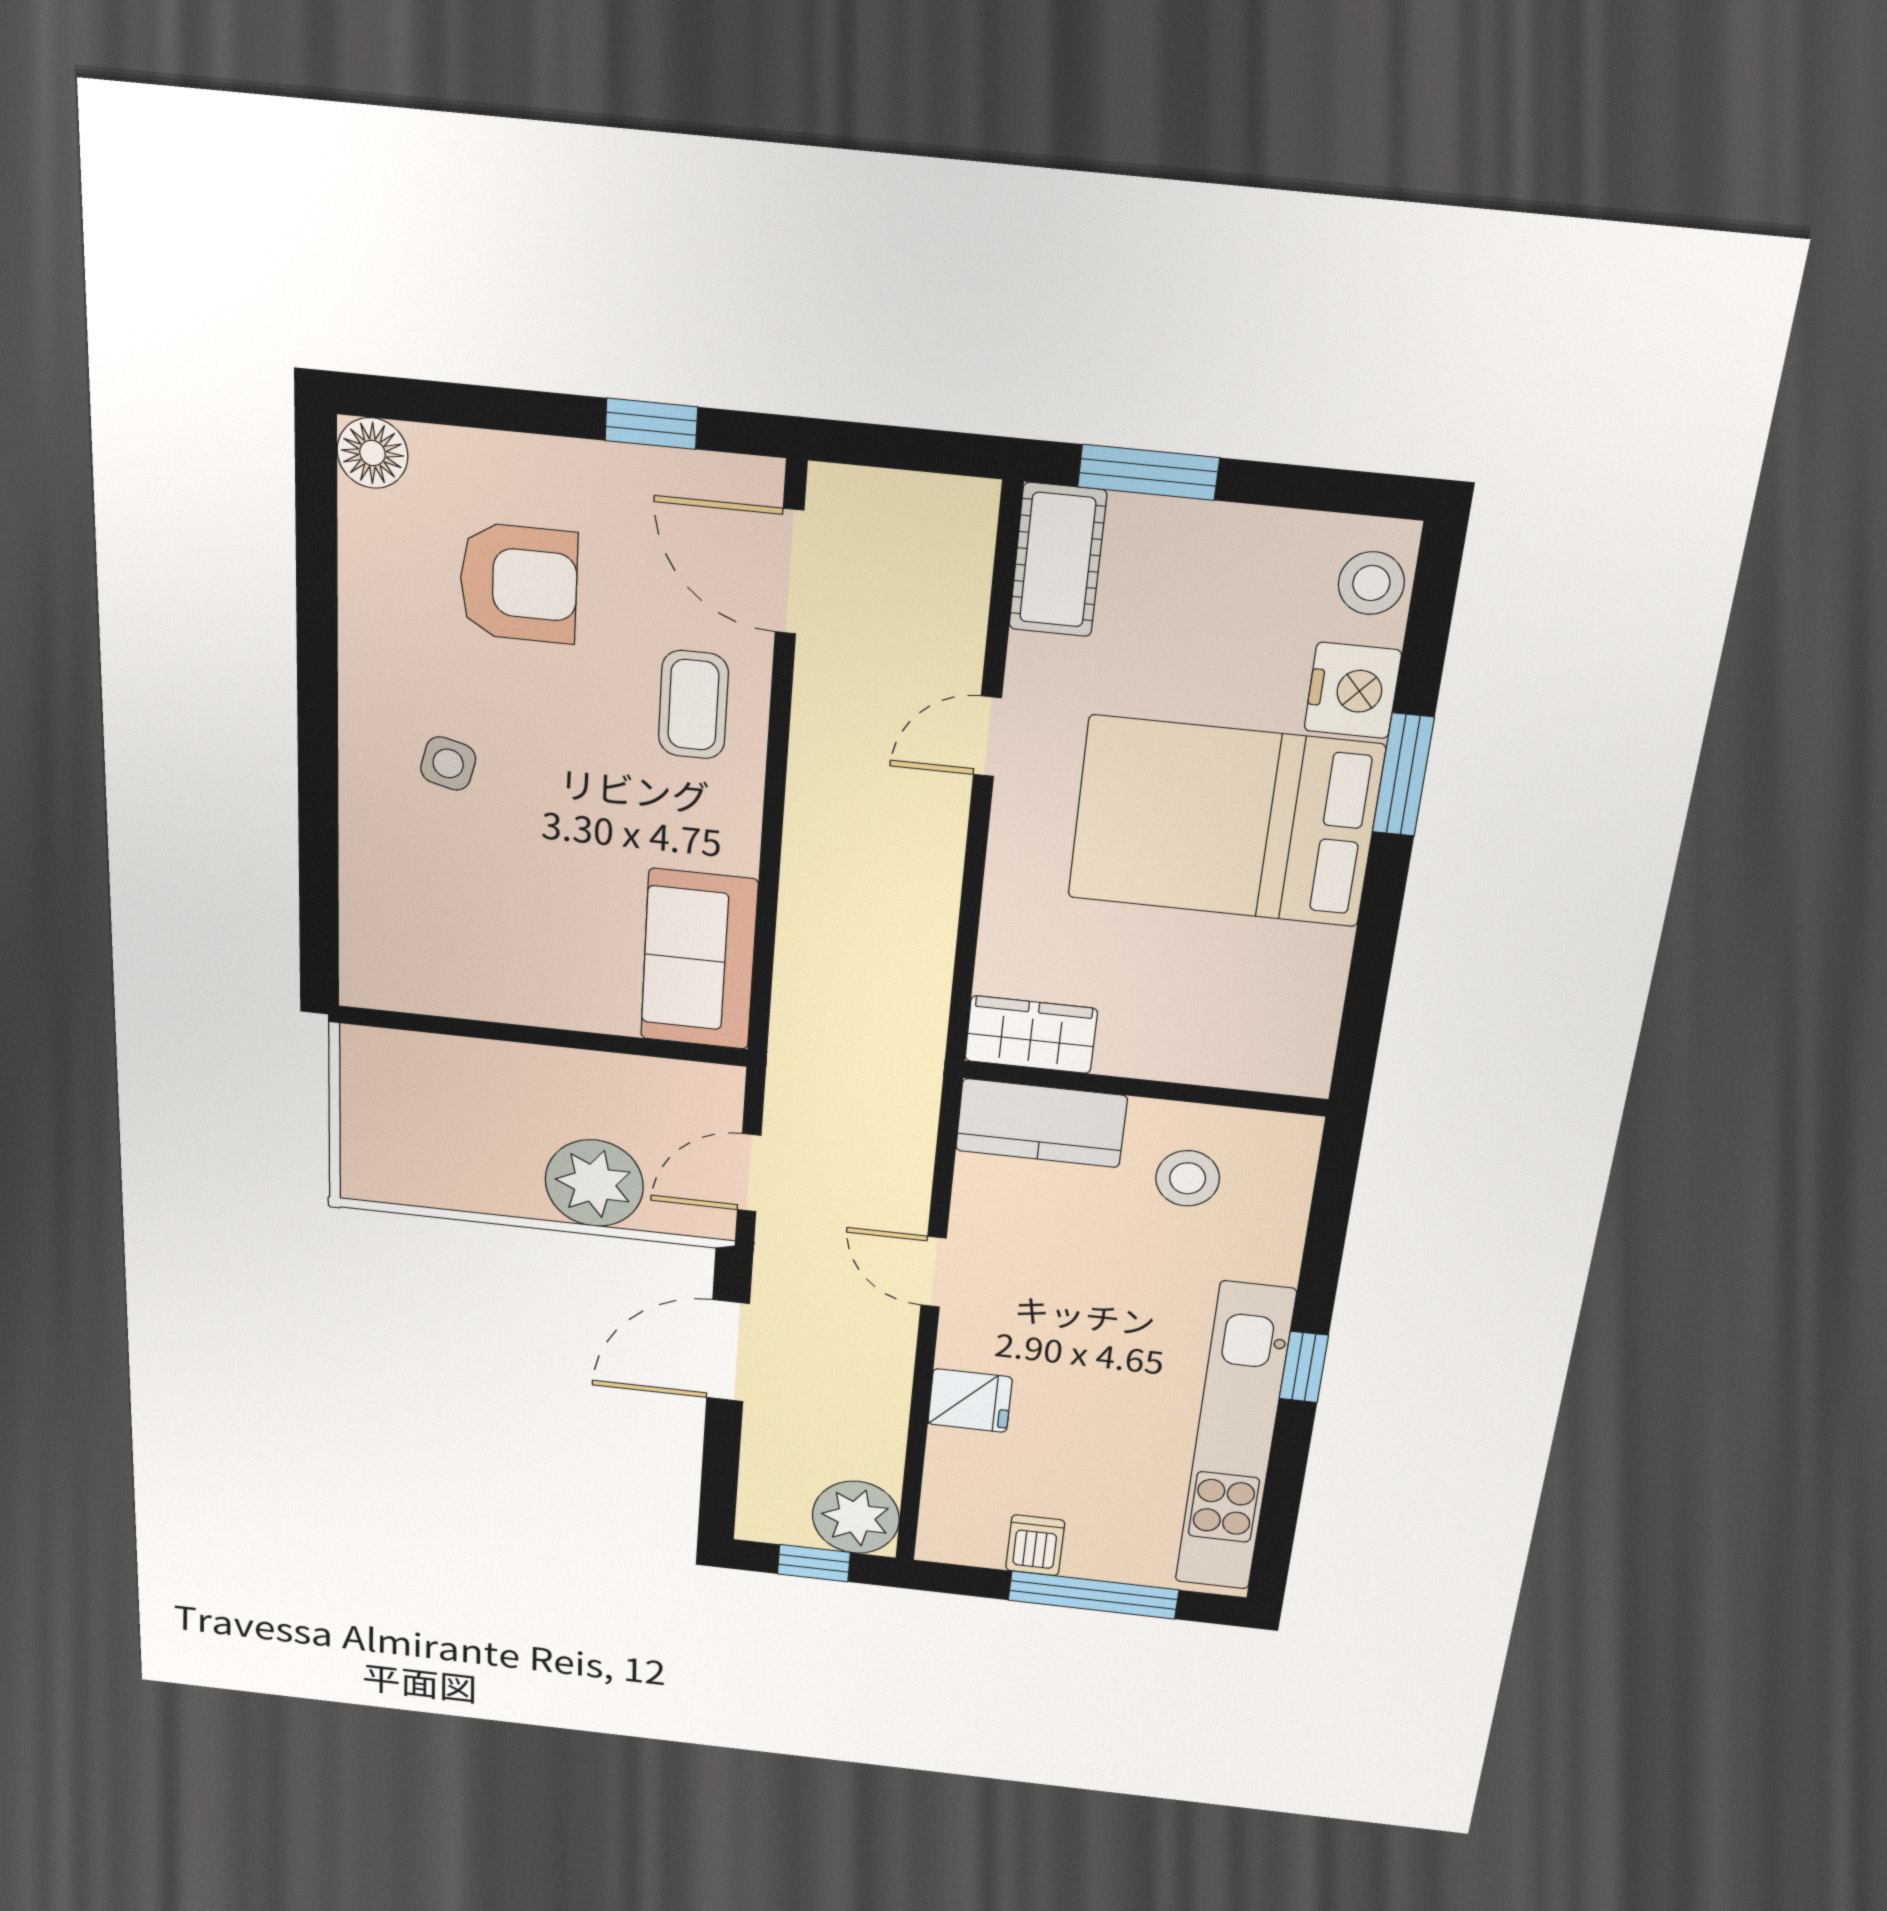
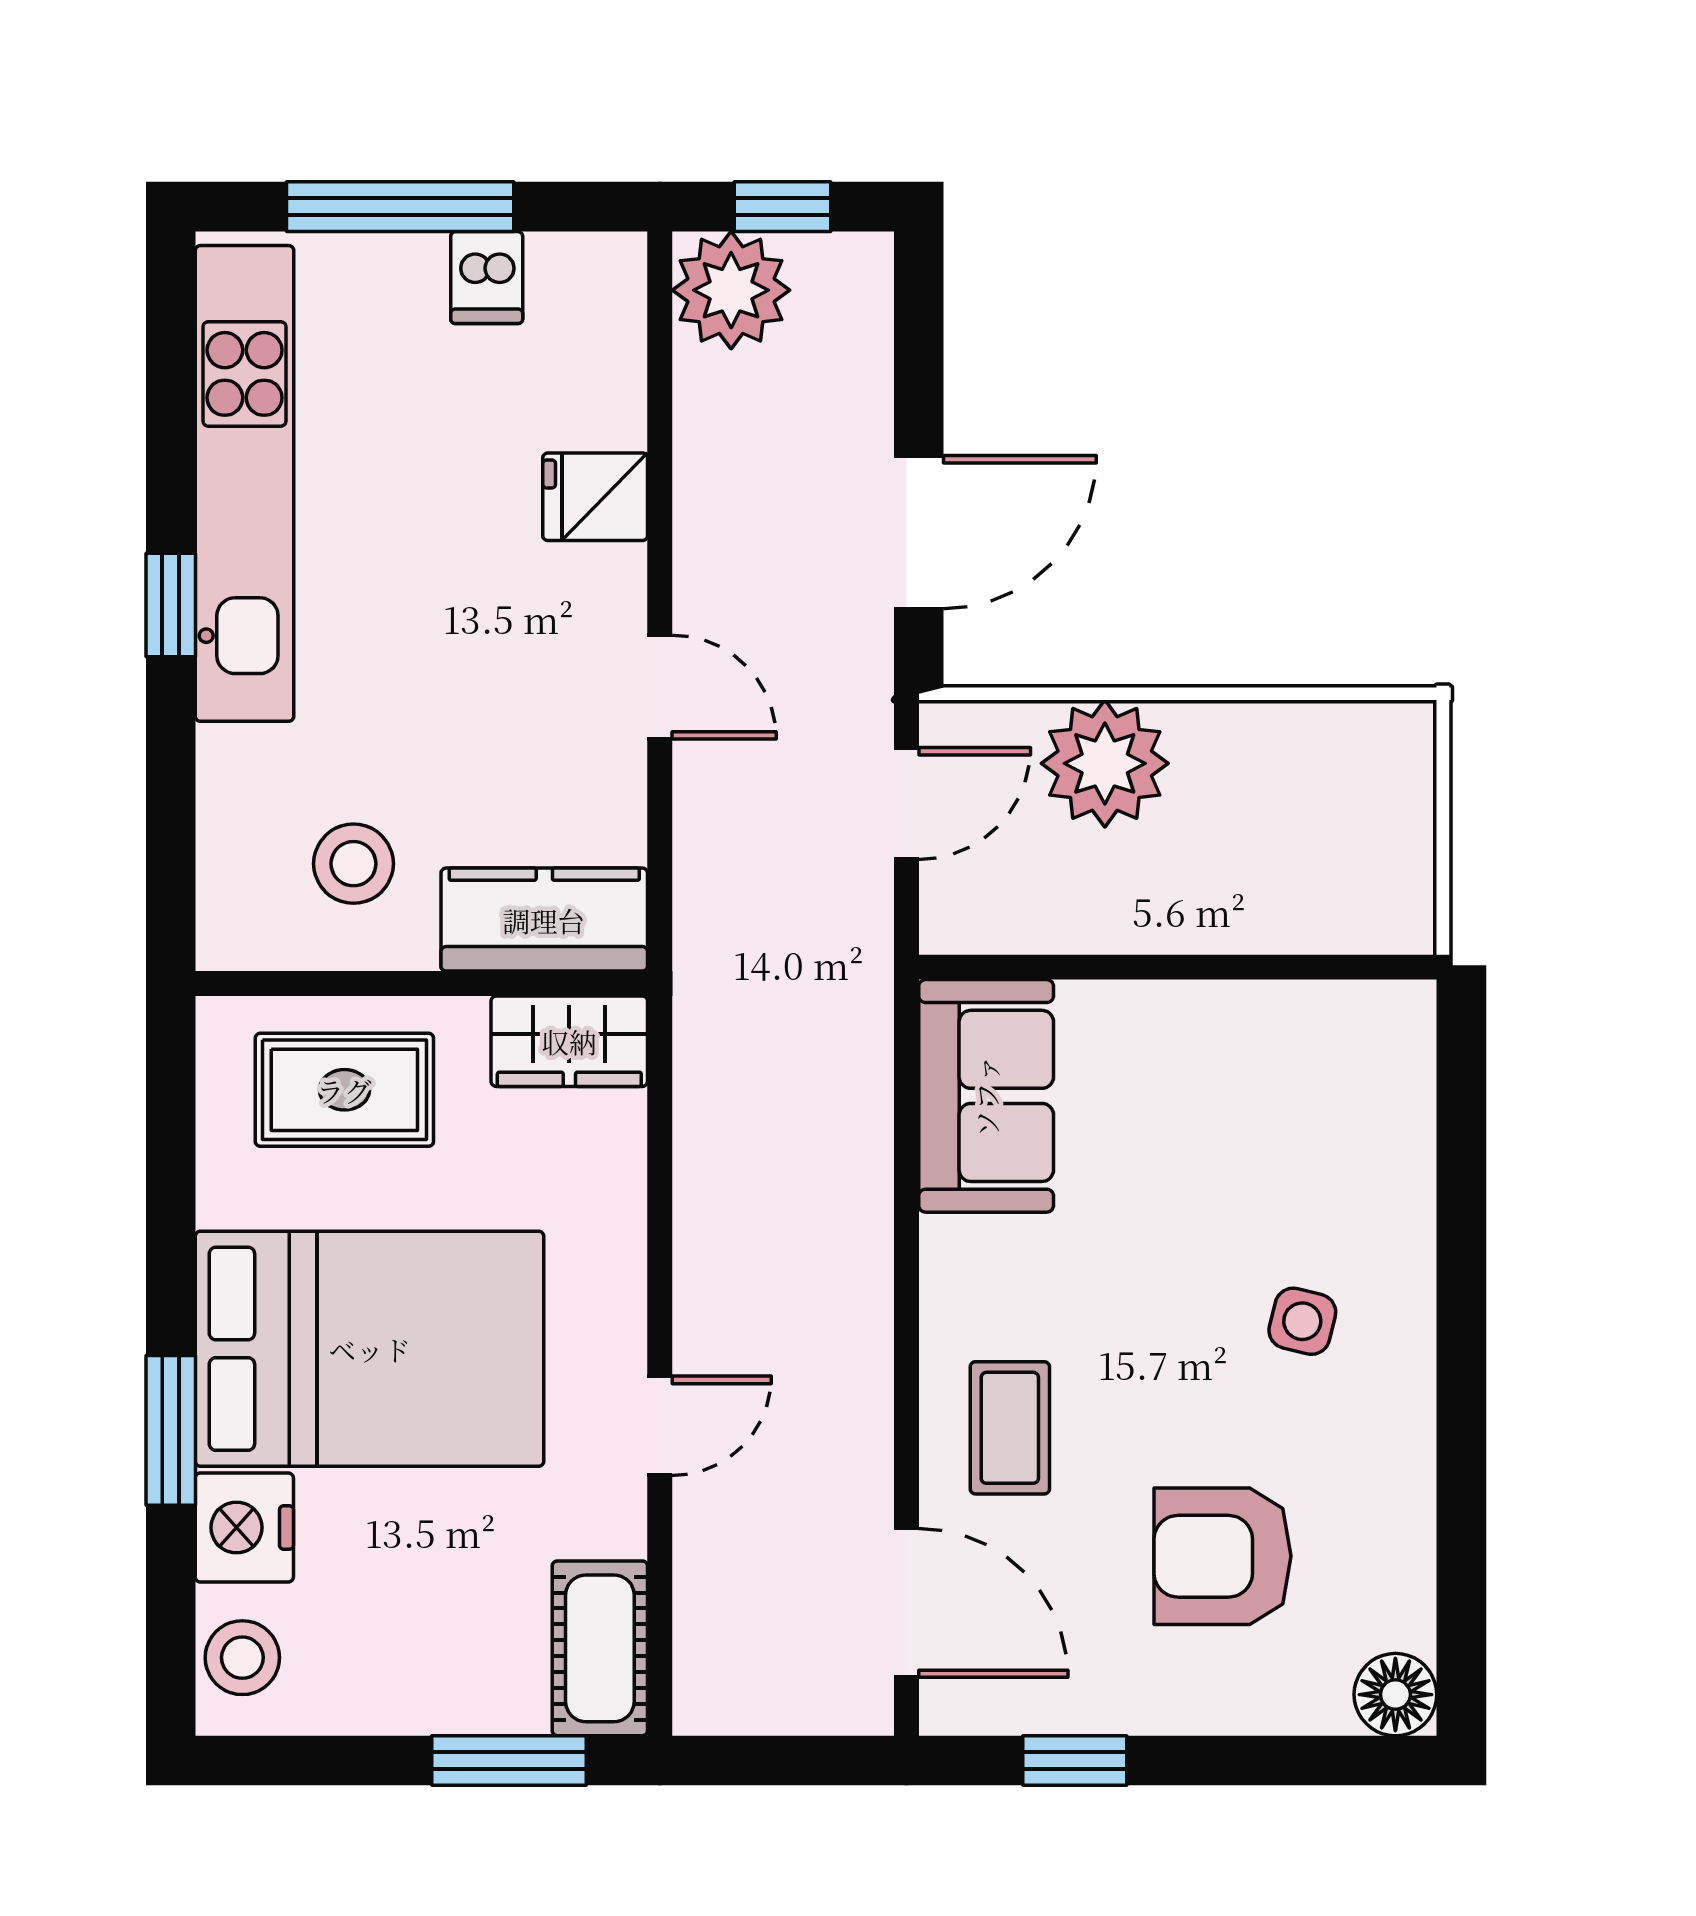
rug: (1218, 1019) -> (344, 1090), added

